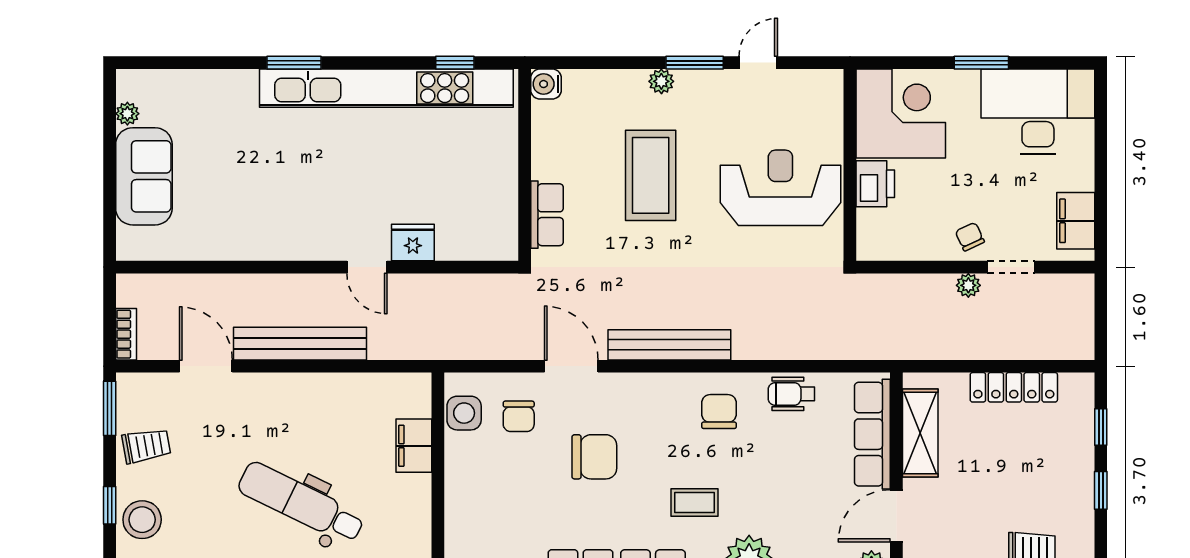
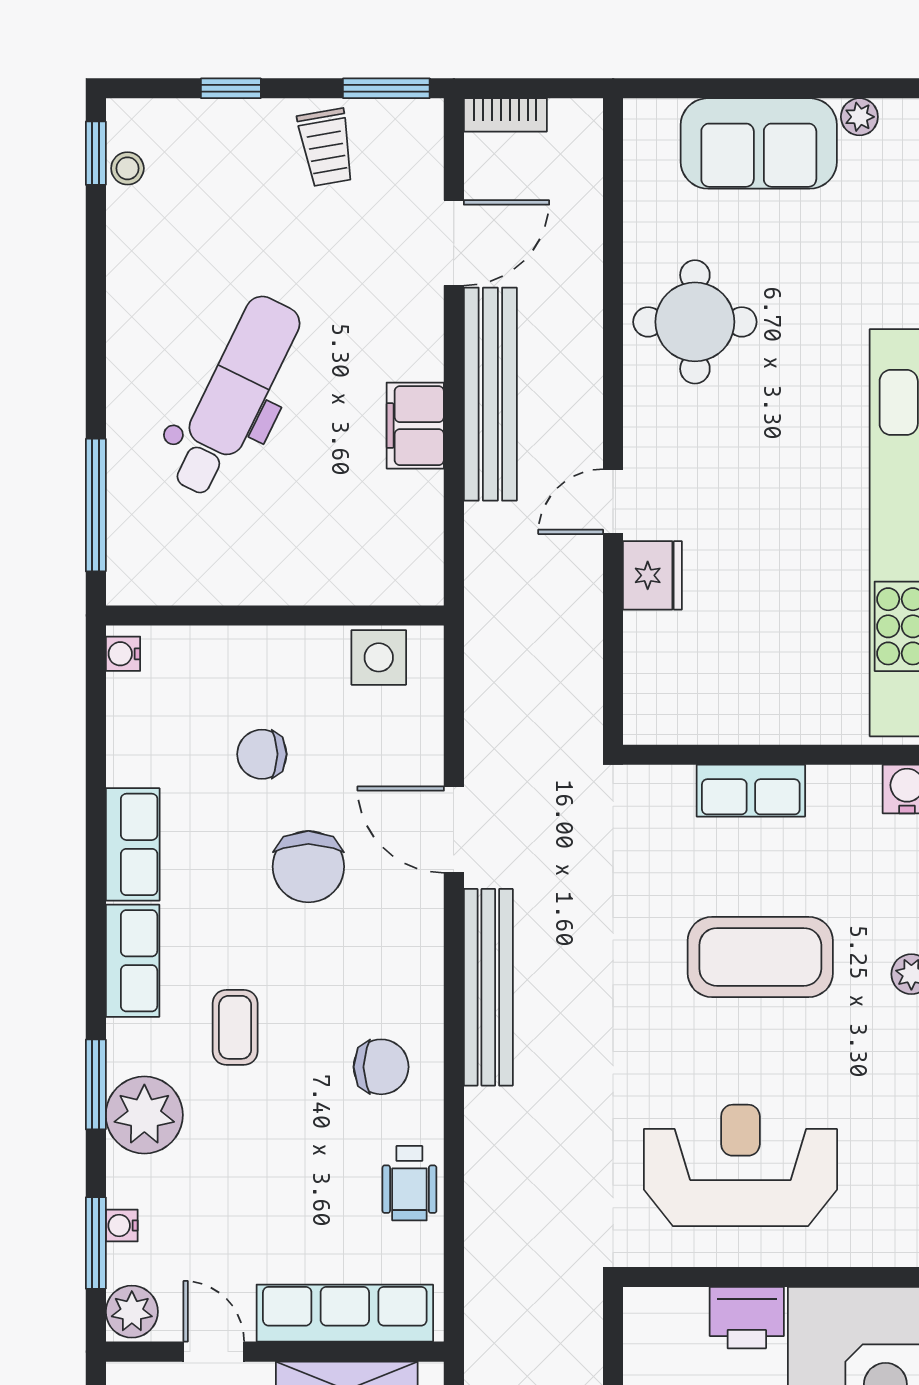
reception desk: (780, 188) -> (740, 1165), turned -90
row of seats: (547, 215) -> (751, 791), moved
round table: (255, 216) -> (695, 322), added
door: (571, 366) -> (454, 830), swing flipped
wheelchair: (792, 394) -> (409, 1183), turned 180
chair: (519, 416) -> (262, 754), moved
filing cabinet: (414, 446) -> (415, 426), moved, turned -90
door: (896, 516) -> (214, 1352), width x0.73
stool: (142, 520) -> (208, 141), removed

